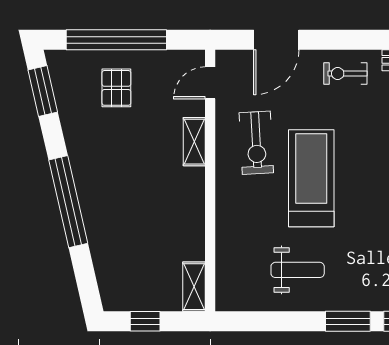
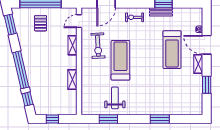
weight bench: (298, 270) -> (115, 98), turned -90
window: (84, 273) -> (27, 99), added
shelving: (194, 287) -> (72, 80), moved
window: (348, 321) -> (108, 119), moved

